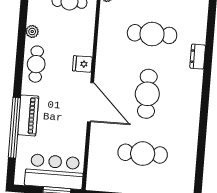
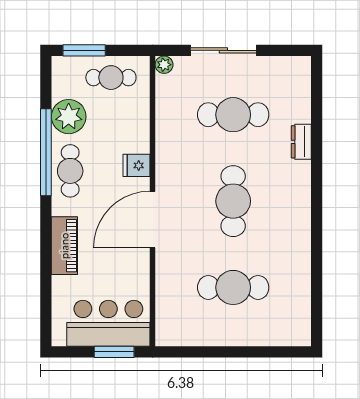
plant: (32, 32) -> (69, 117), width x1.87, depth x1.87
door: (91, 102) -> (153, 220), swing flipped
window: (14, 128) -> (46, 152), moved

